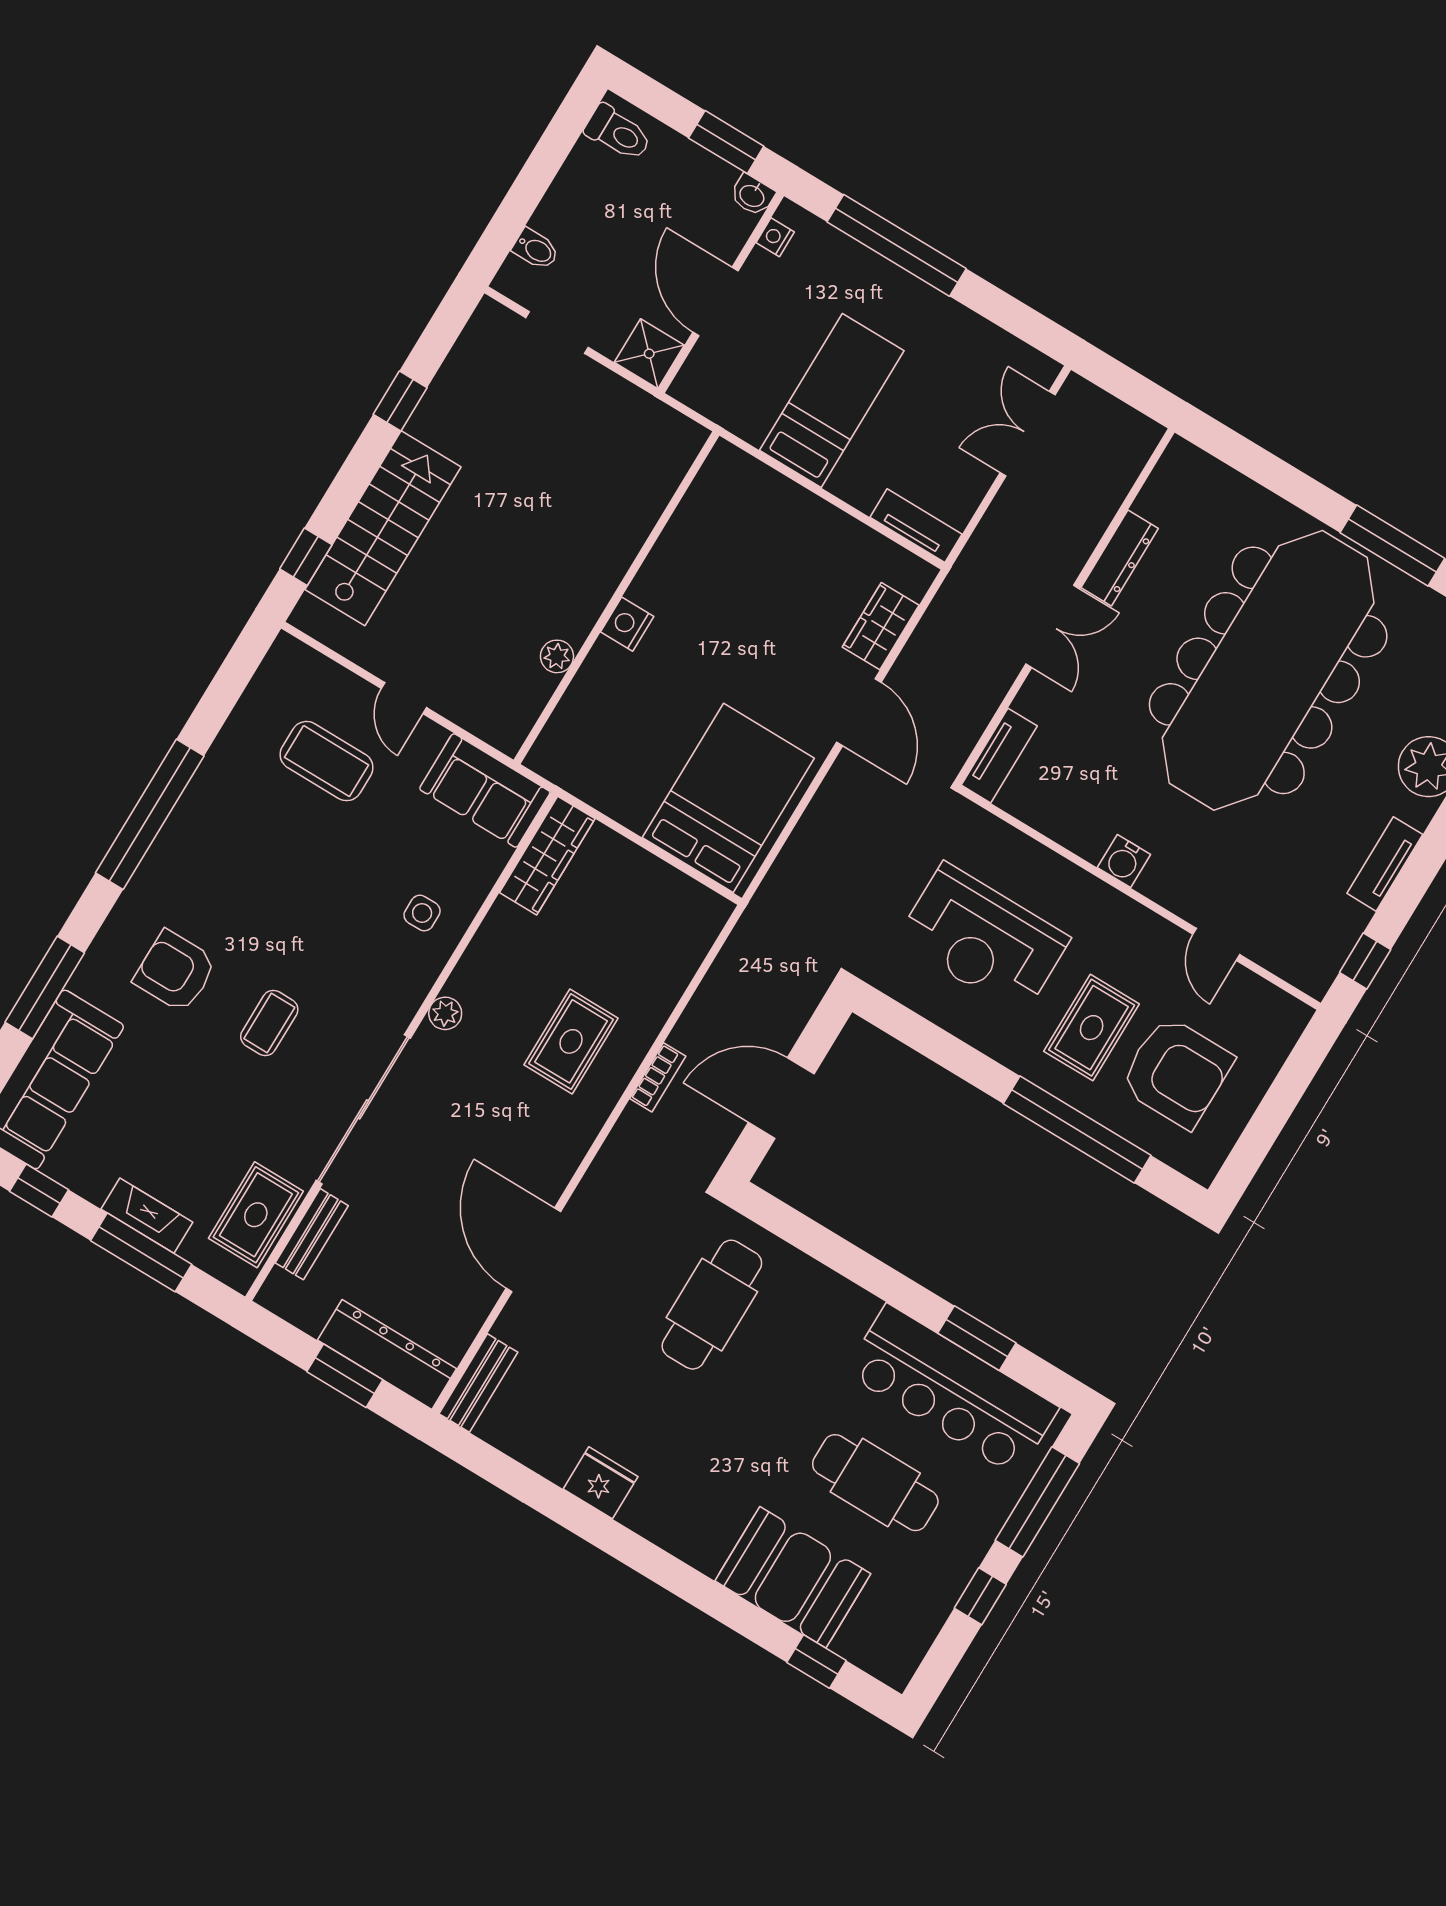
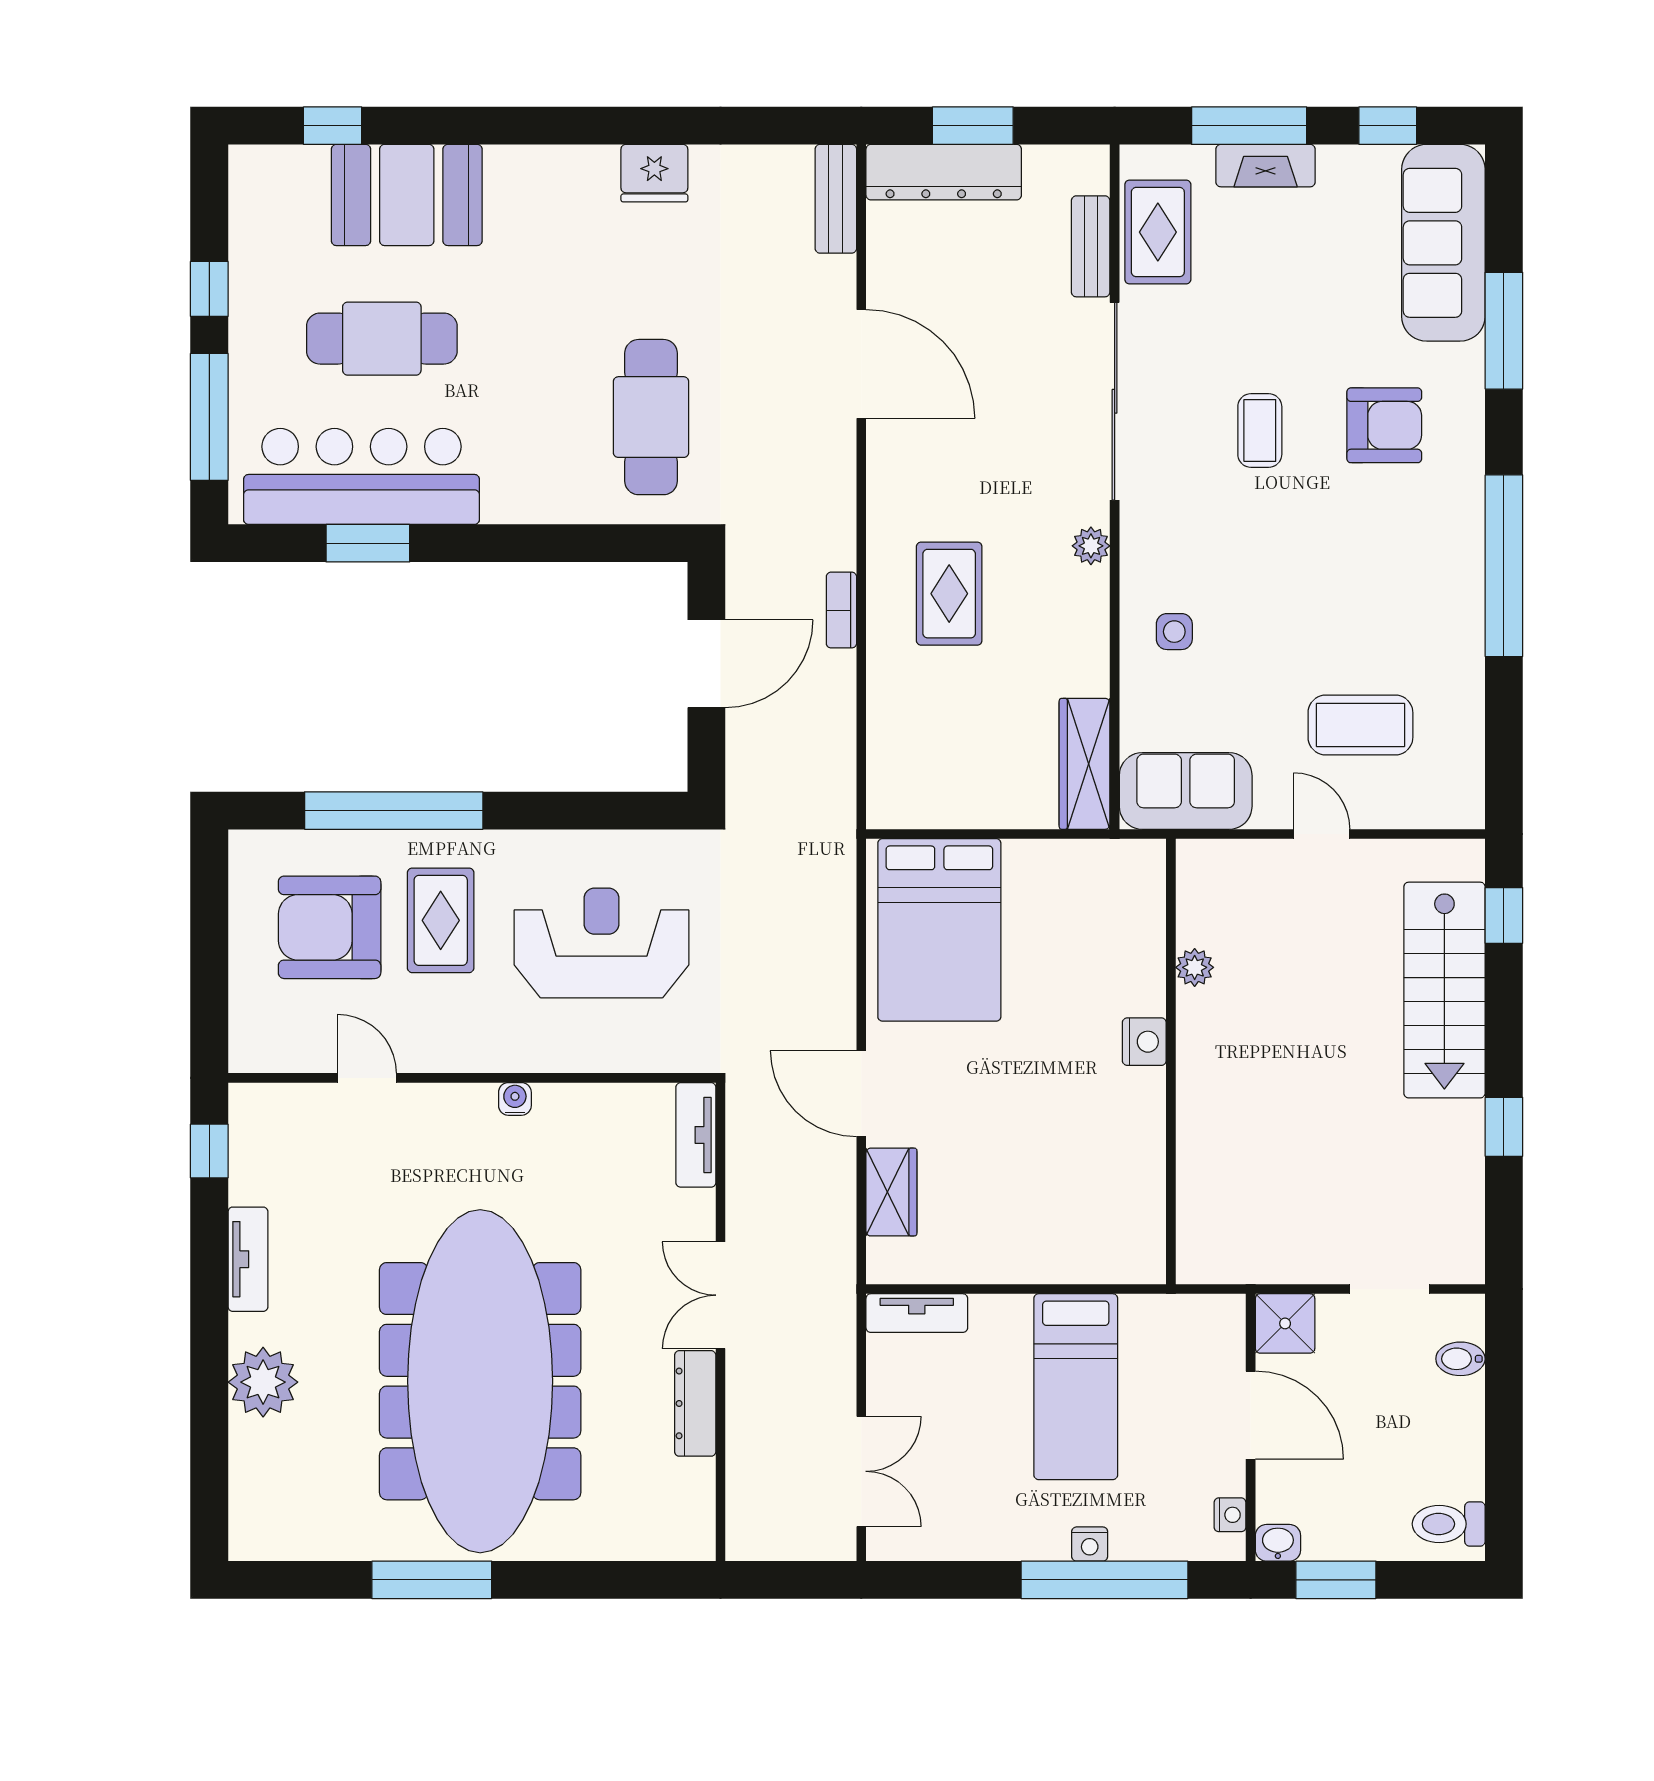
nightstand: (892, 278) -> (1090, 1544), added
water cooler: (1124, 861) -> (515, 1099), width x0.72, depth x0.72

